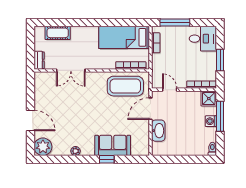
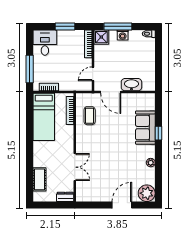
coffee table: (125, 86) -> (90, 116), width x0.54, depth x0.58

